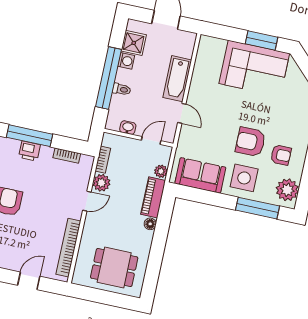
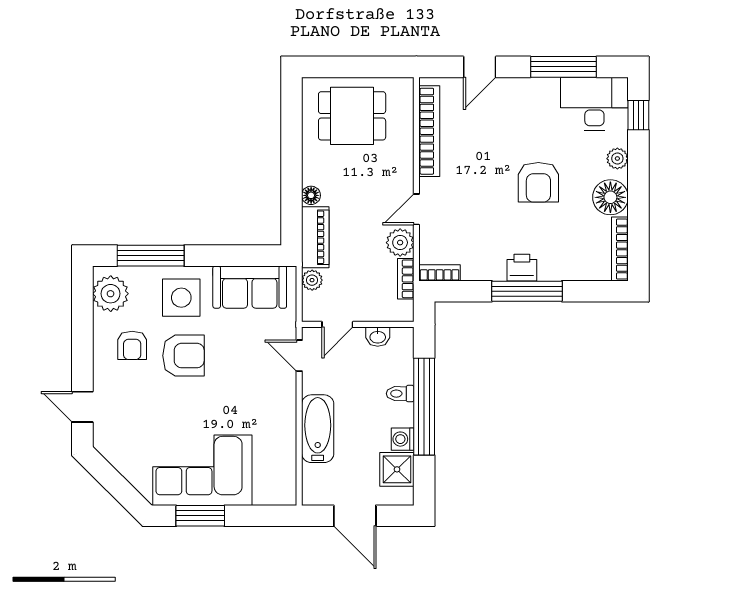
door: (182, 113) -> (299, 356), moved
armchair: (281, 155) -> (132, 345), turned -90
bookcase: (67, 156) -> (440, 273), moved

